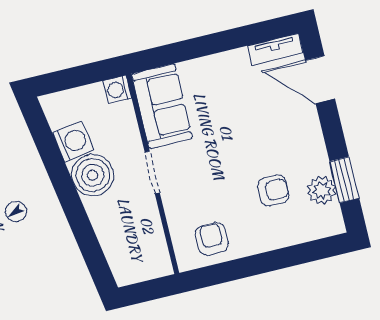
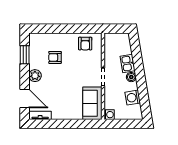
boiler: (93, 175) -> (131, 77), width x0.54, depth x0.54
plant: (322, 190) -> (35, 76), moved
kitchen sink: (104, 217) -> (128, 63), added

